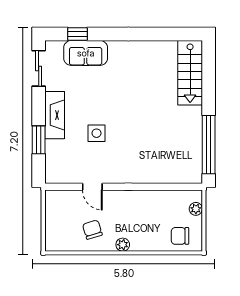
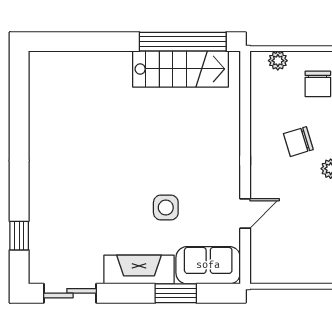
sofa: (86, 53) -> (208, 265), moved, turned -90
stairs: (190, 73) -> (180, 69), moved
chair: (92, 230) -> (298, 142), moved

